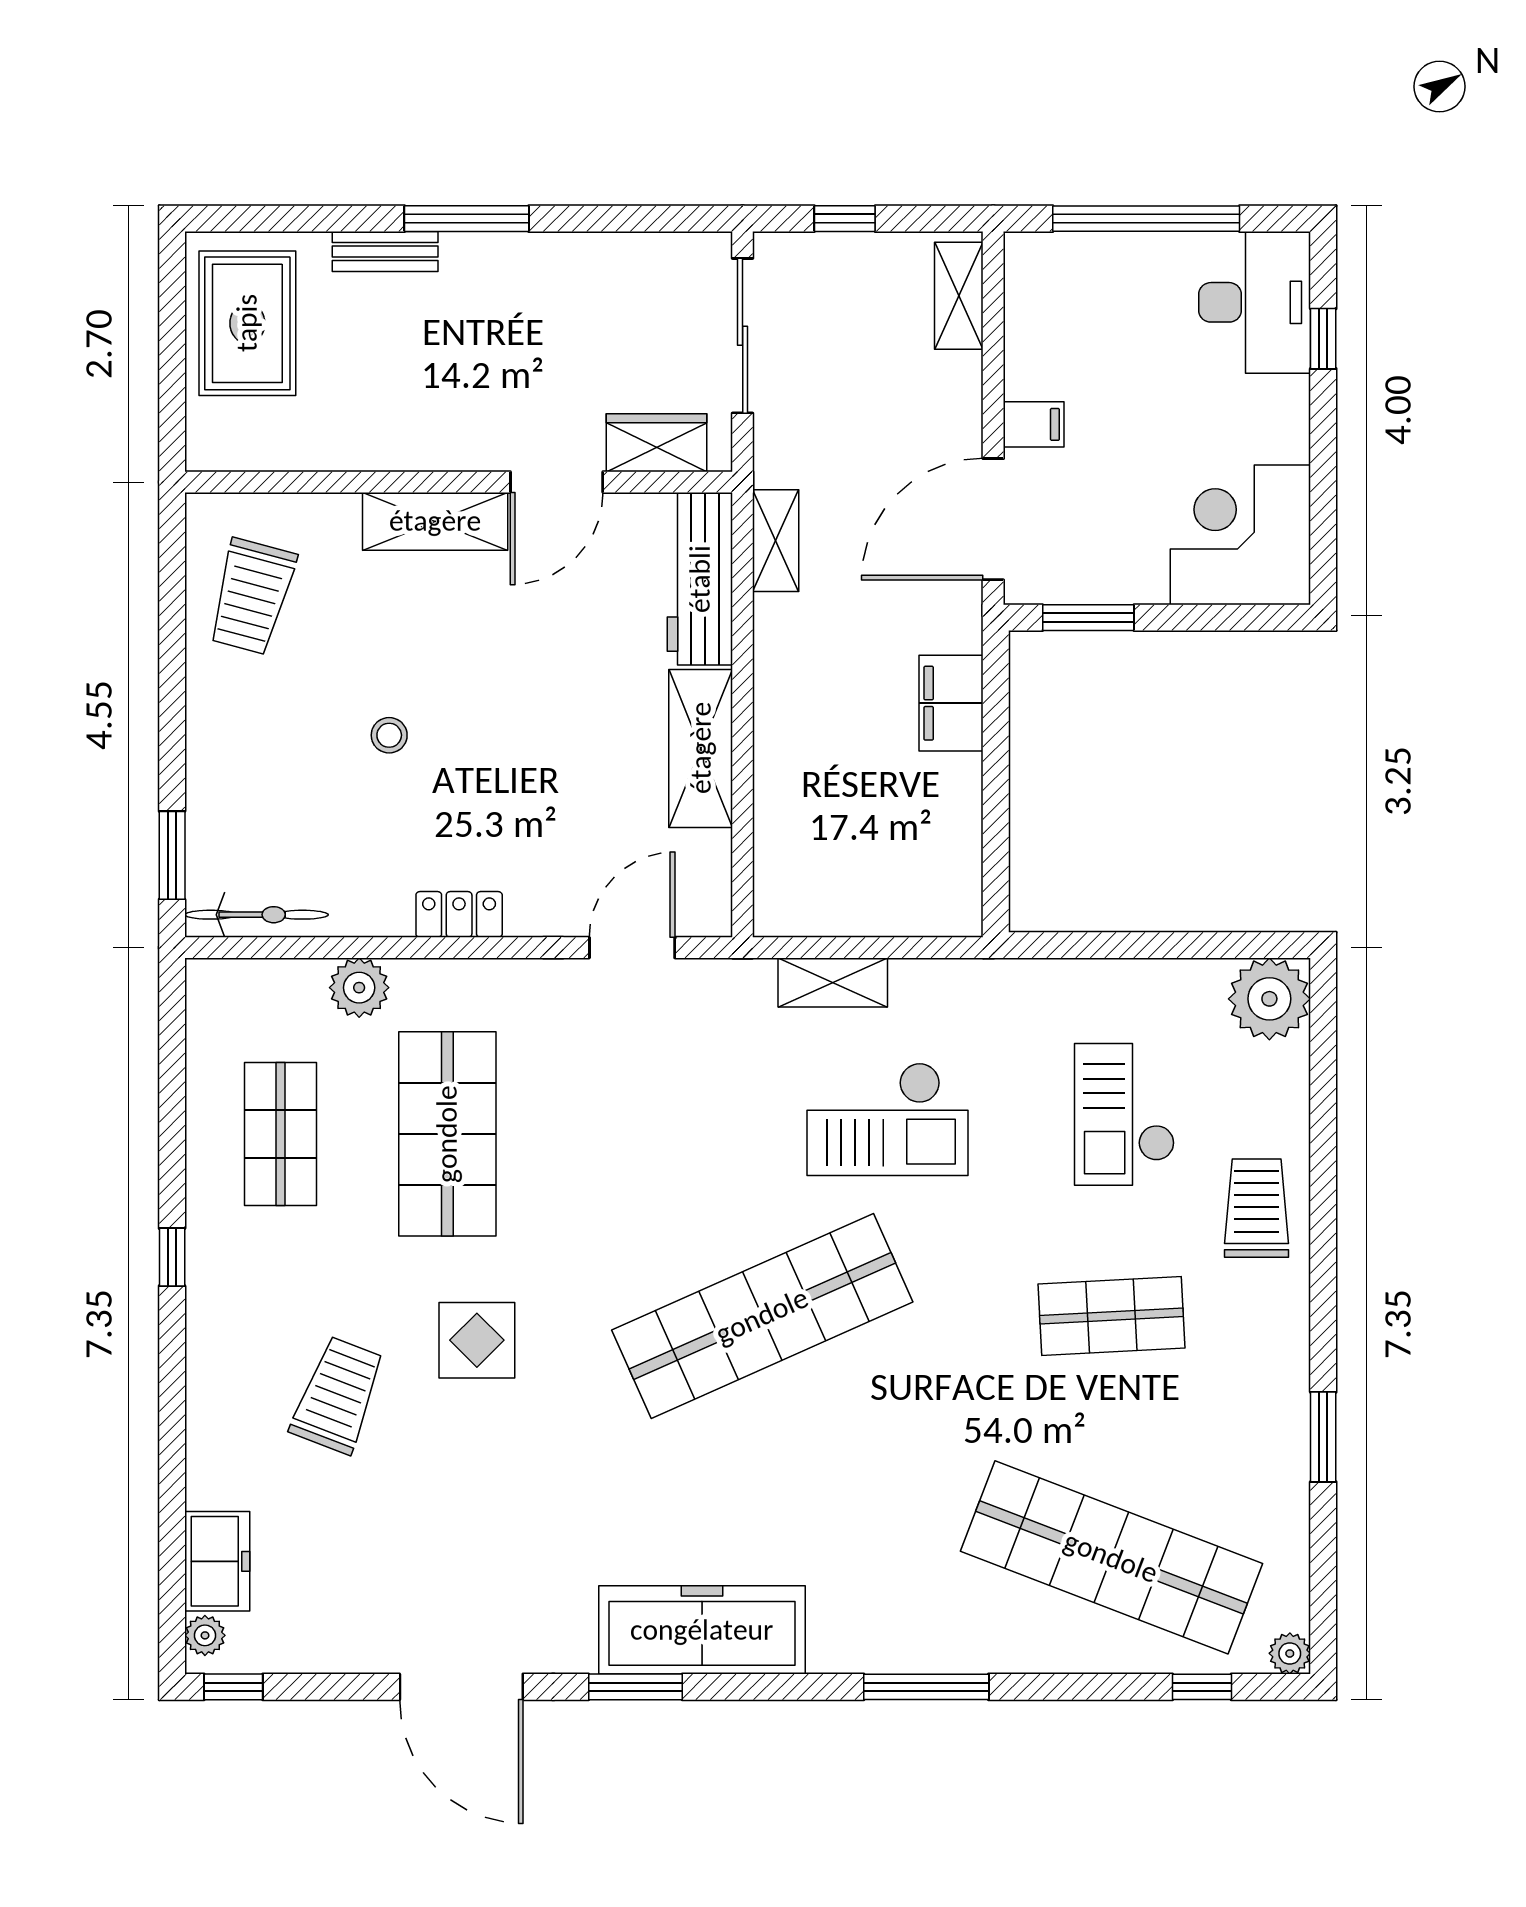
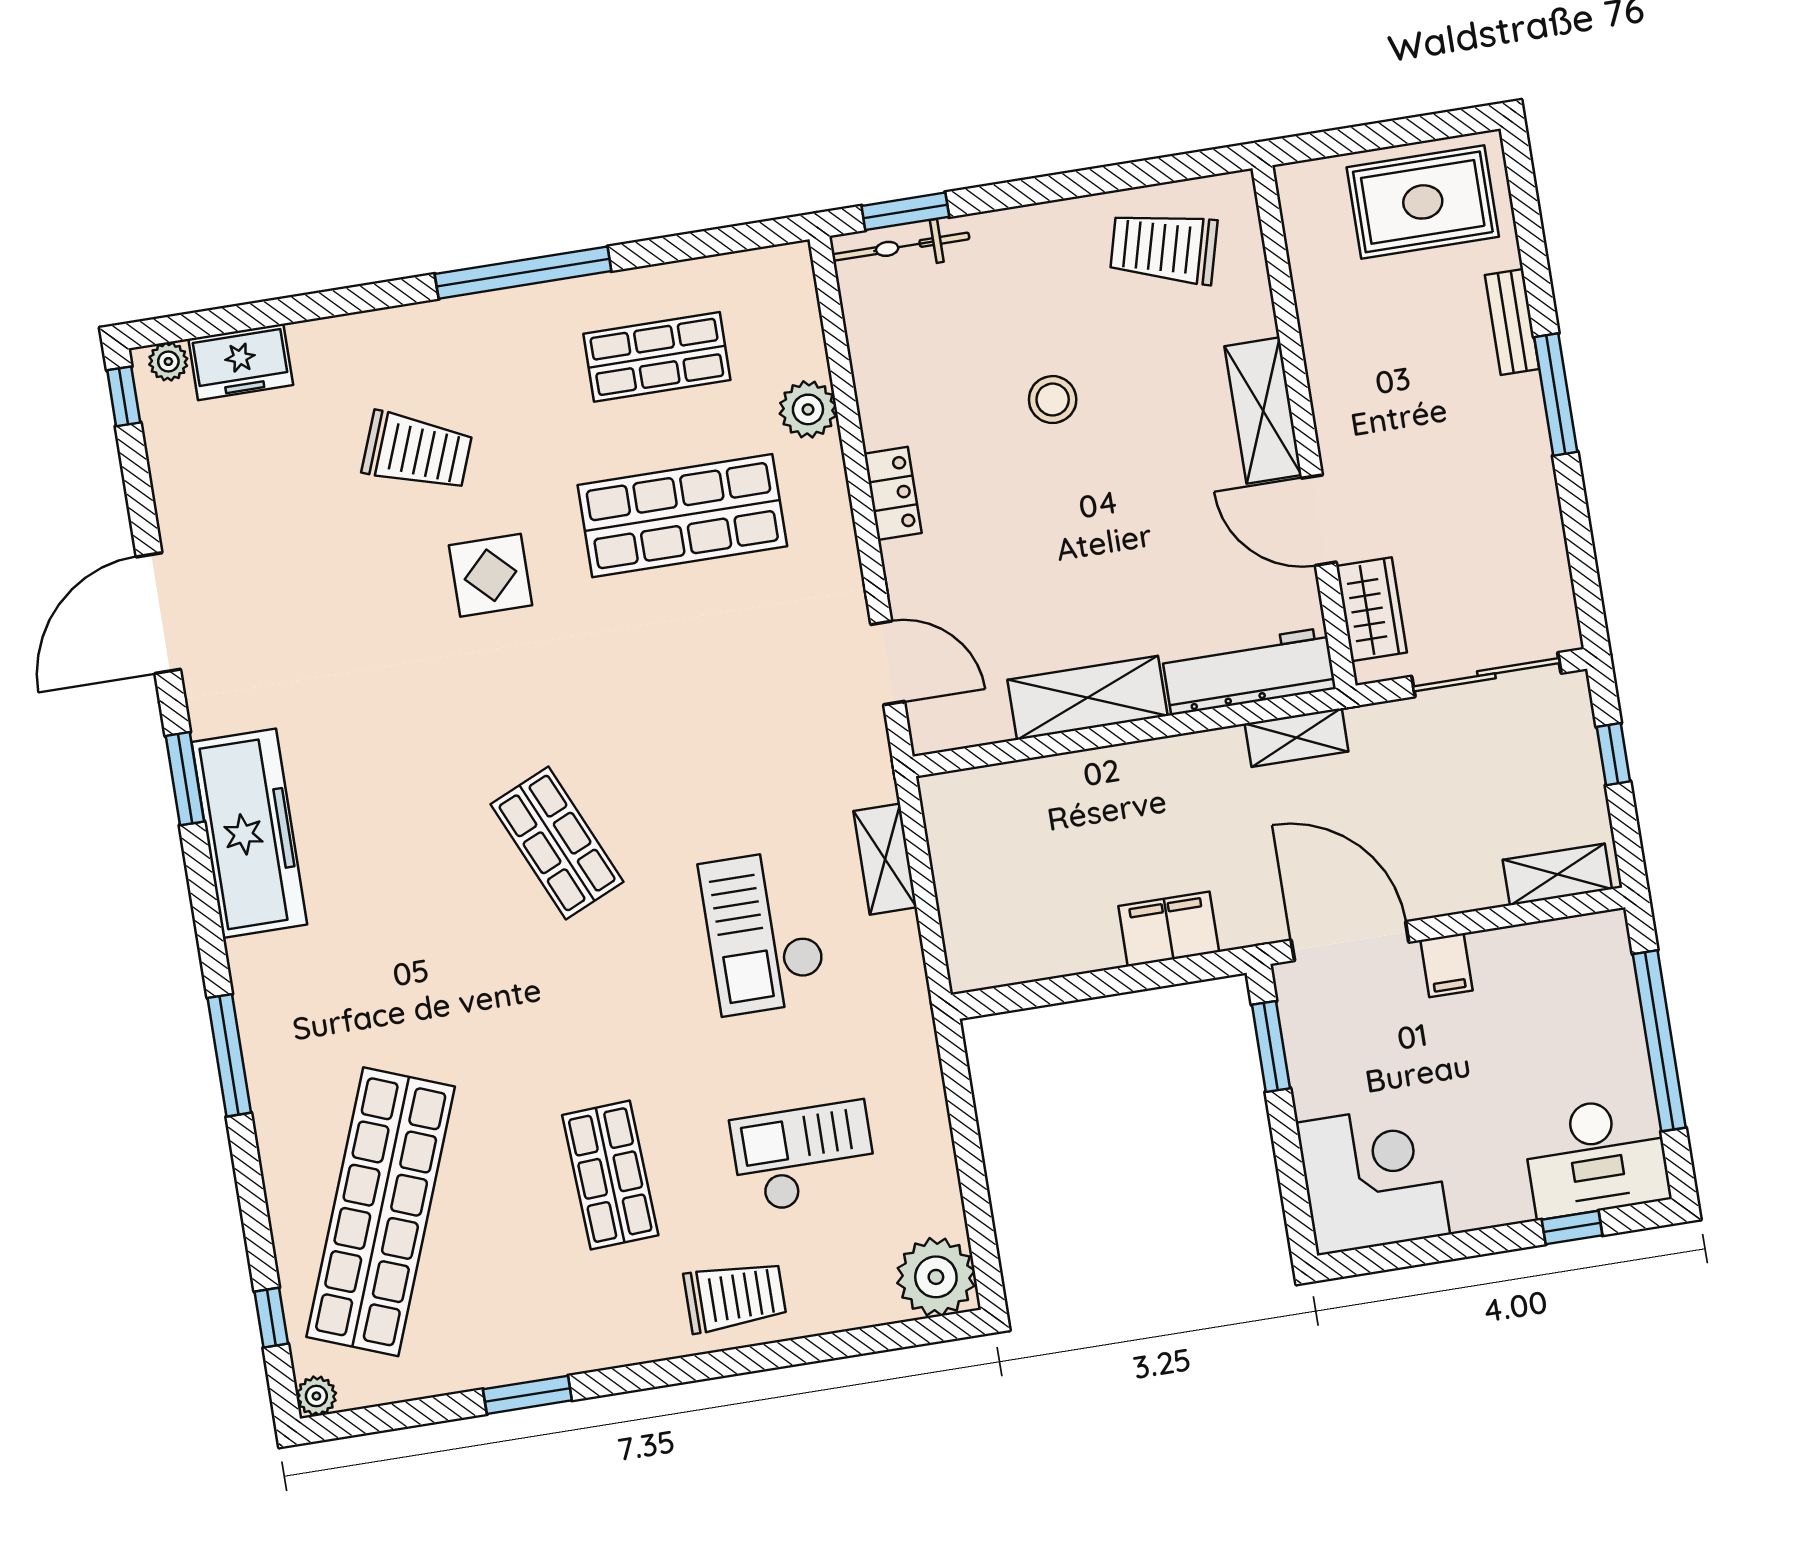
stool: (389, 735) -> (1053, 400), width x1.37, depth x1.37
bicycle: (256, 915) -> (901, 247), moved, turned 90
window: (172, 1257) -> (523, 273), width x3.17
shop shelf: (762, 1316) -> (557, 843), width x0.50, depth x0.74

